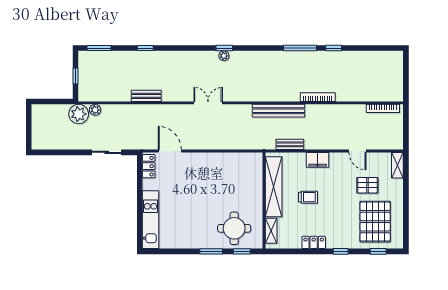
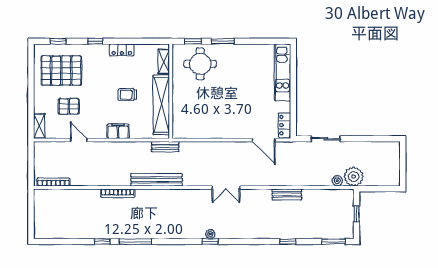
bench: (290, 144) -> (165, 147), moved
pallet: (375, 222) -> (61, 71), turned 90

